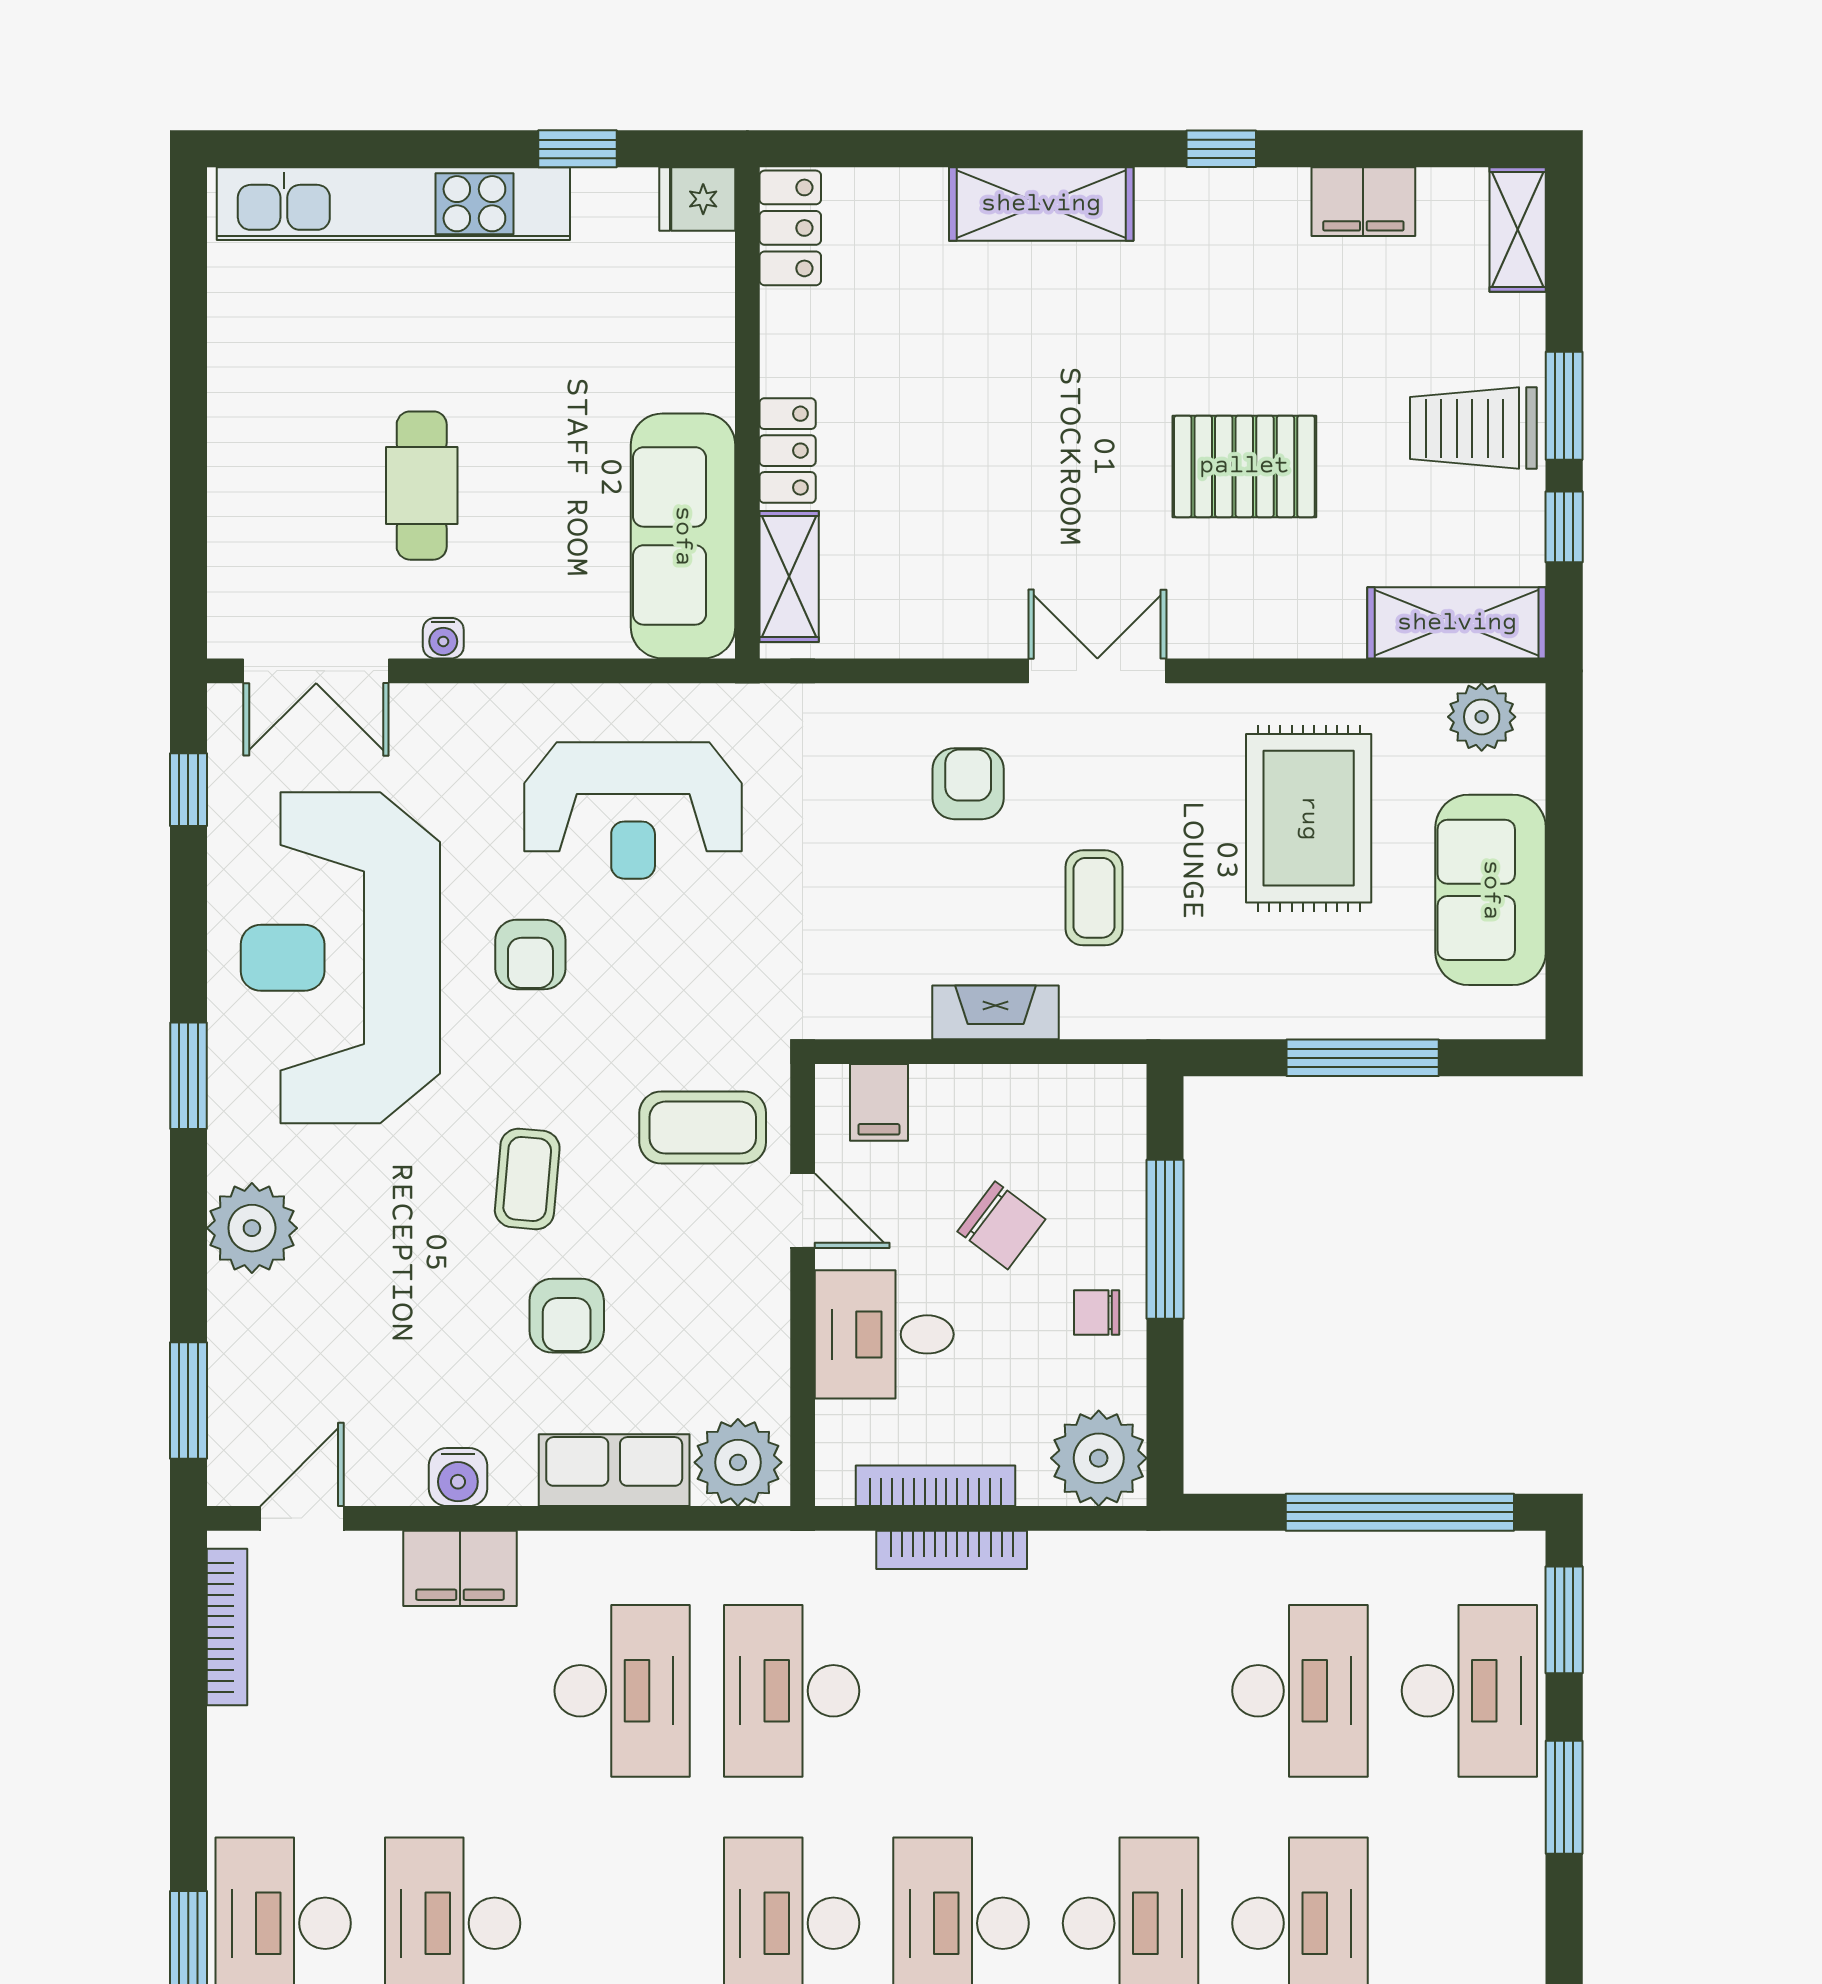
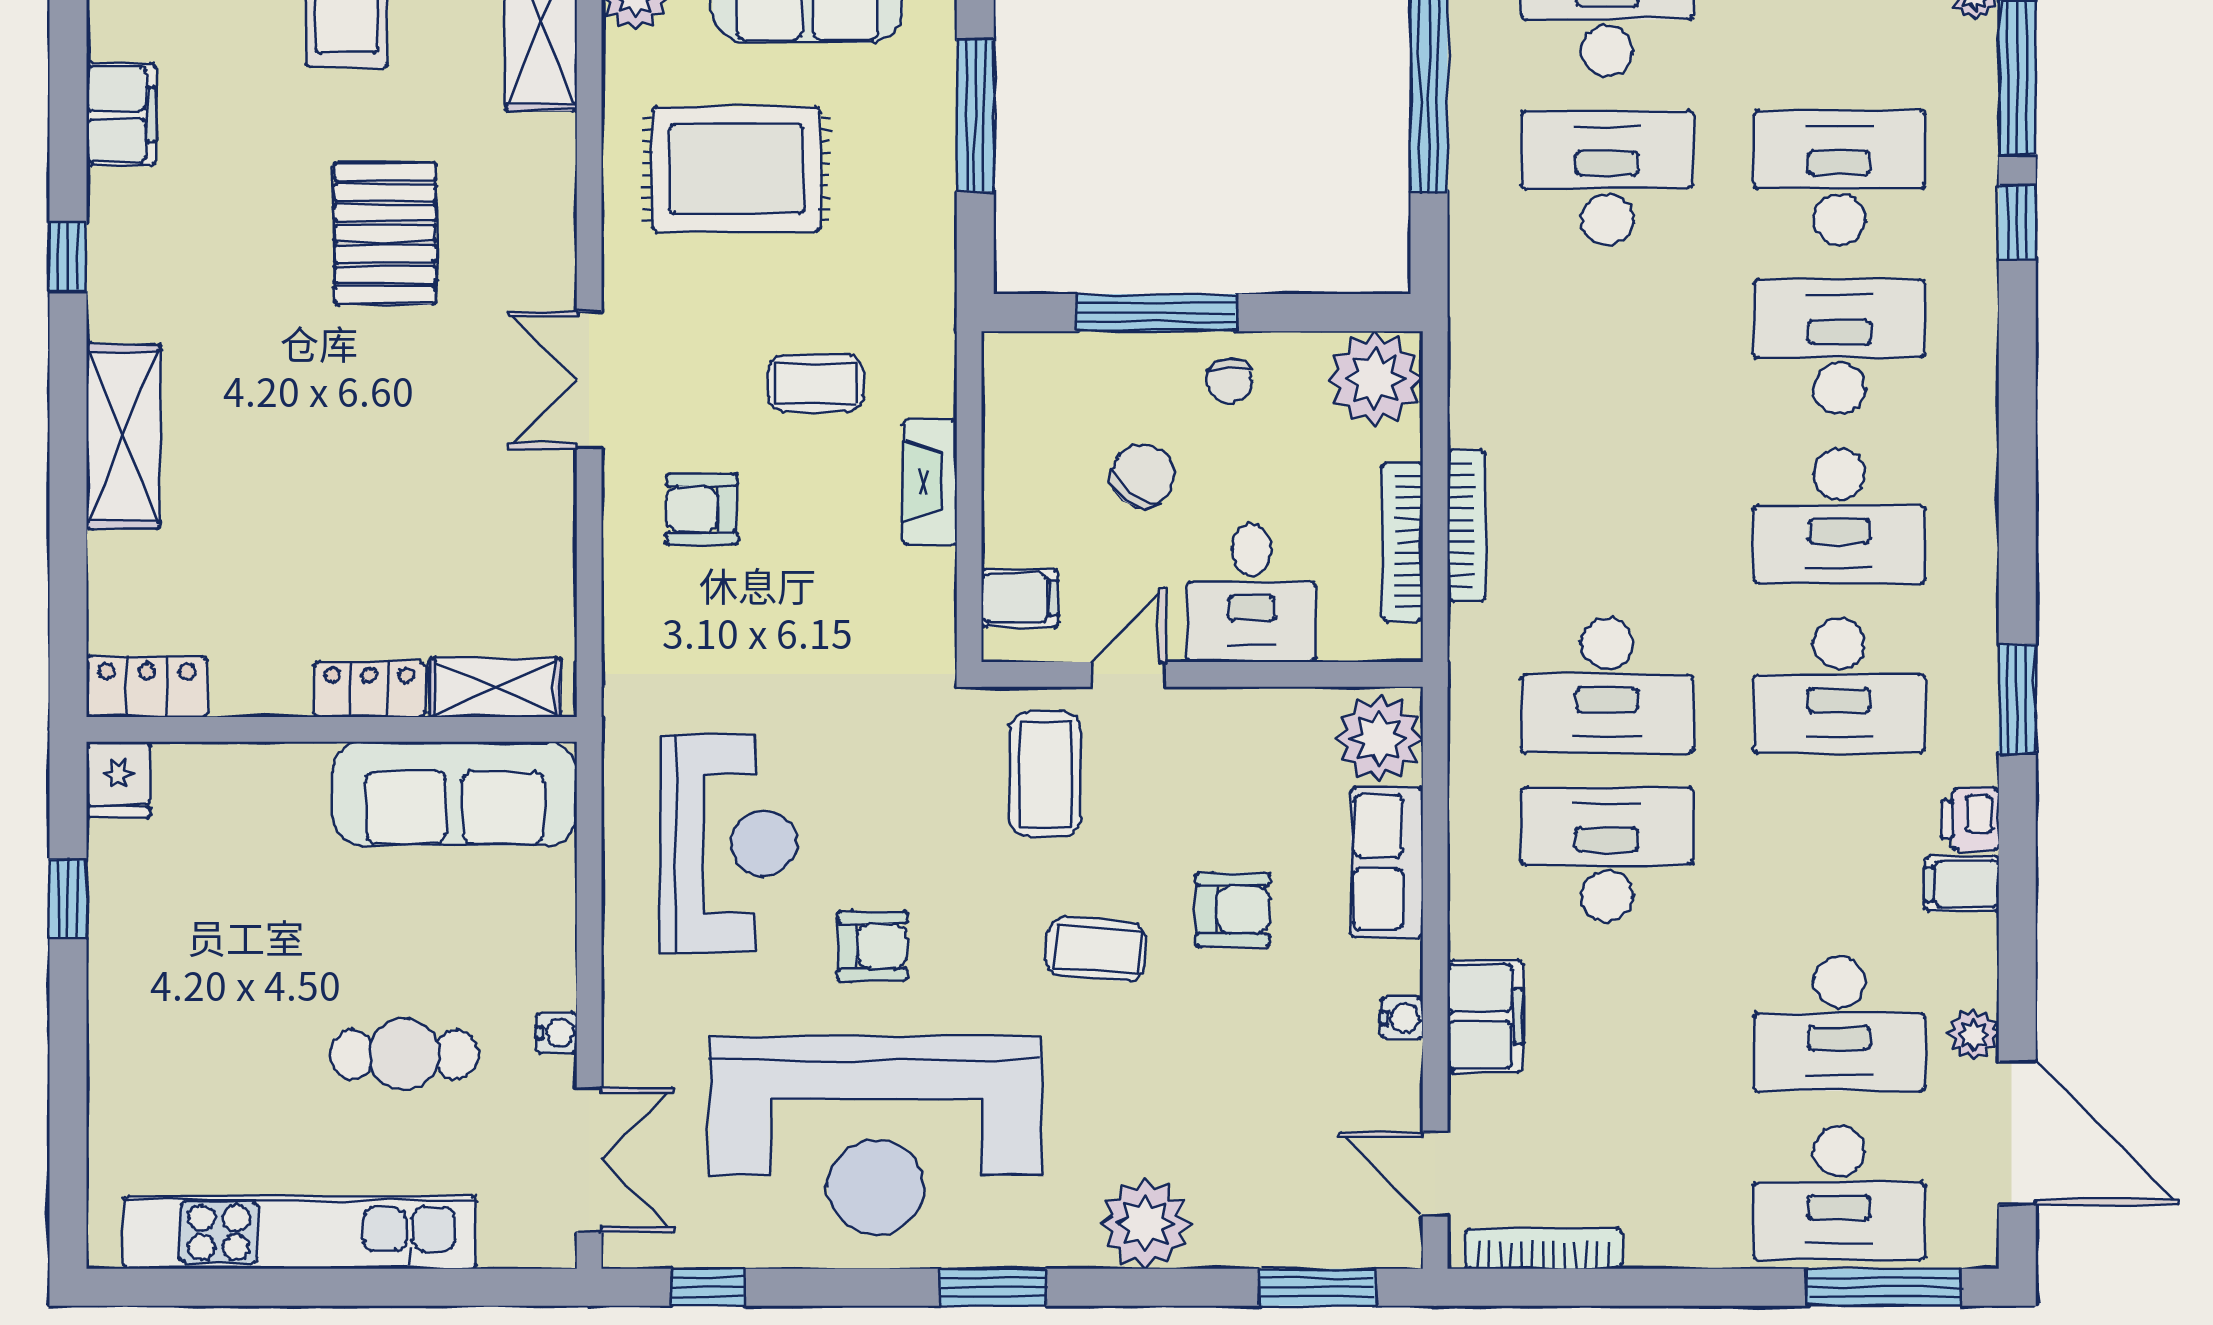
kitchen unit: (393, 204) -> (300, 1232), moved, turned -90
water cooler: (458, 1477) -> (1402, 1018), width x0.72, depth x0.72

